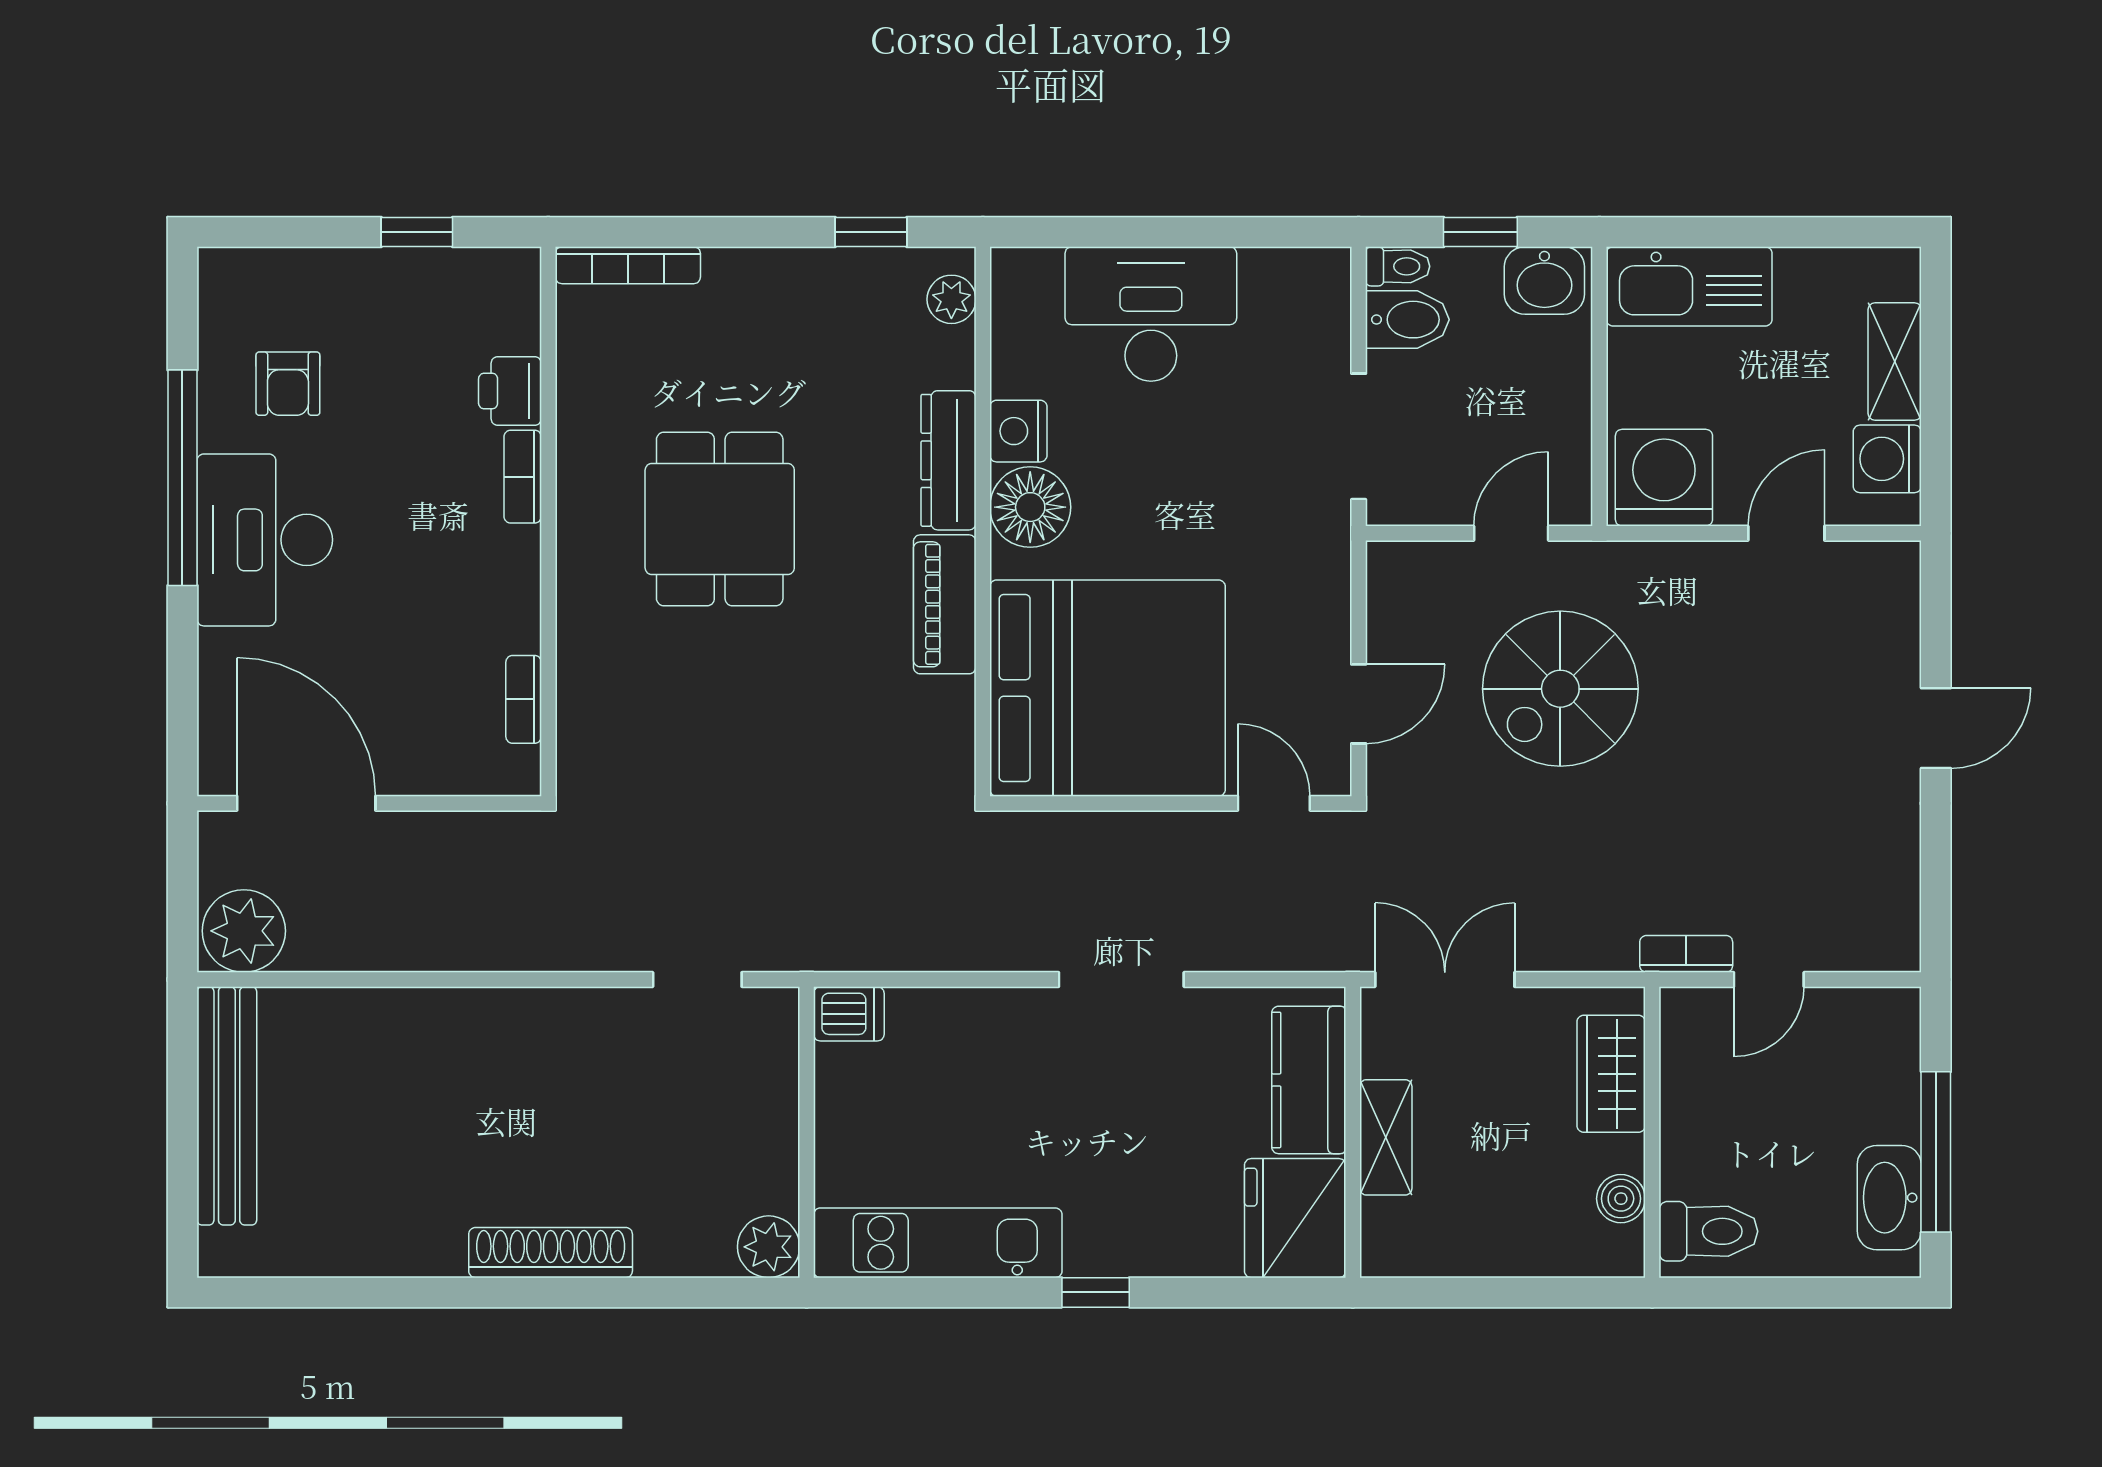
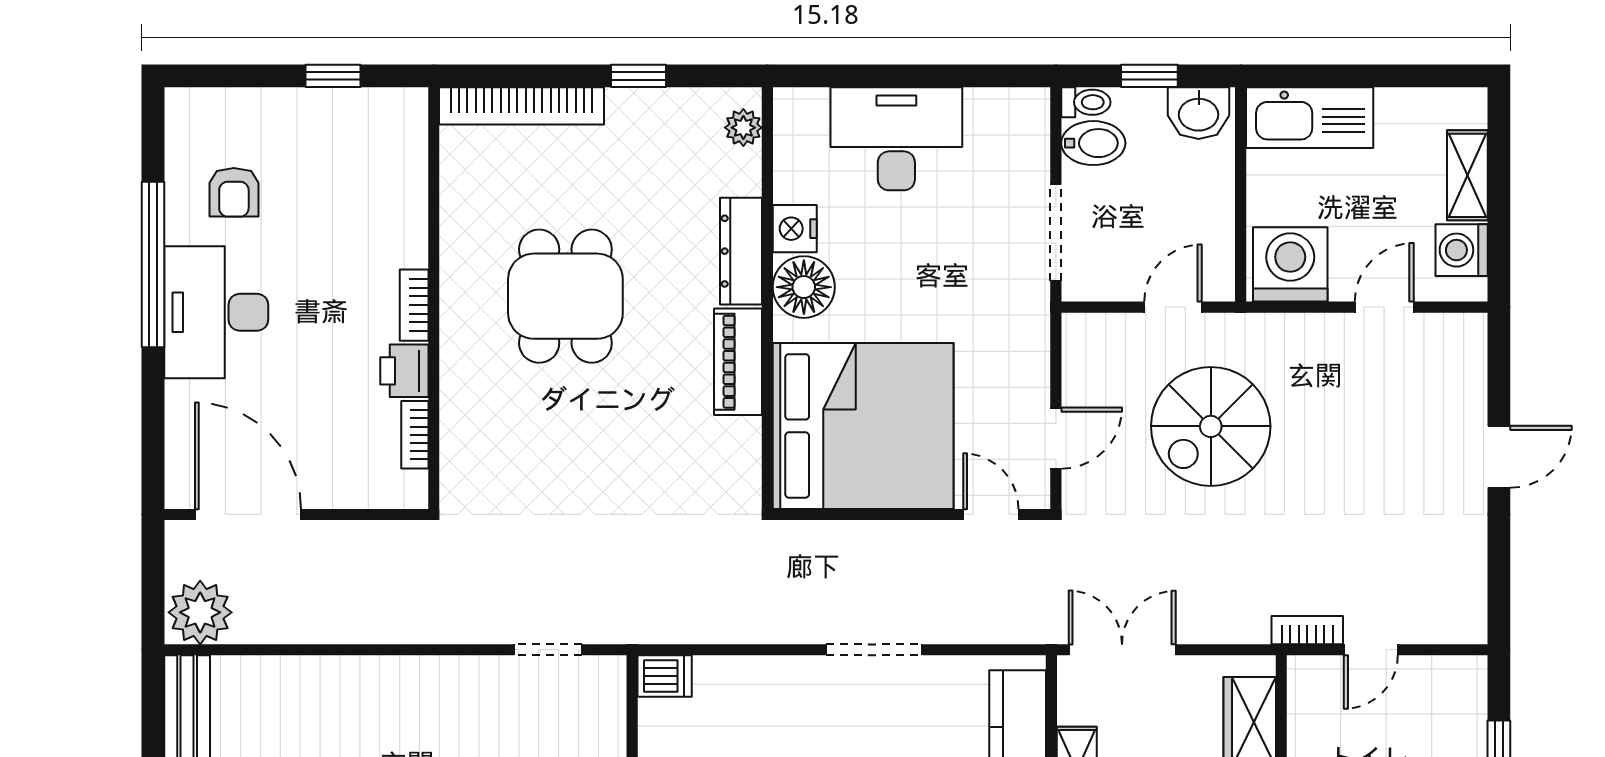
window: (871, 232) -> (638, 76), moved
bookcase: (628, 265) -> (522, 106), width x1.48, depth x1.31
printer: (510, 391) -> (404, 371), moved
bookcase: (523, 477) -> (414, 305), moved

